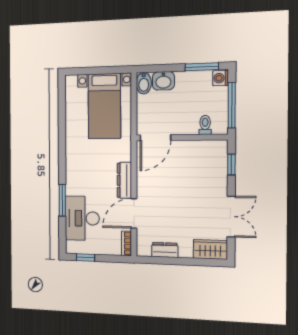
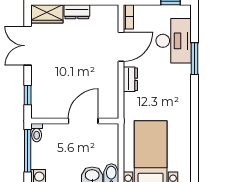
toilet: (205, 125) -> (37, 133), moved
door: (155, 138) -> (83, 121), moved
dresser: (124, 180) -> (130, 79), width x0.70
dresser: (165, 250) -> (77, 12), moved

